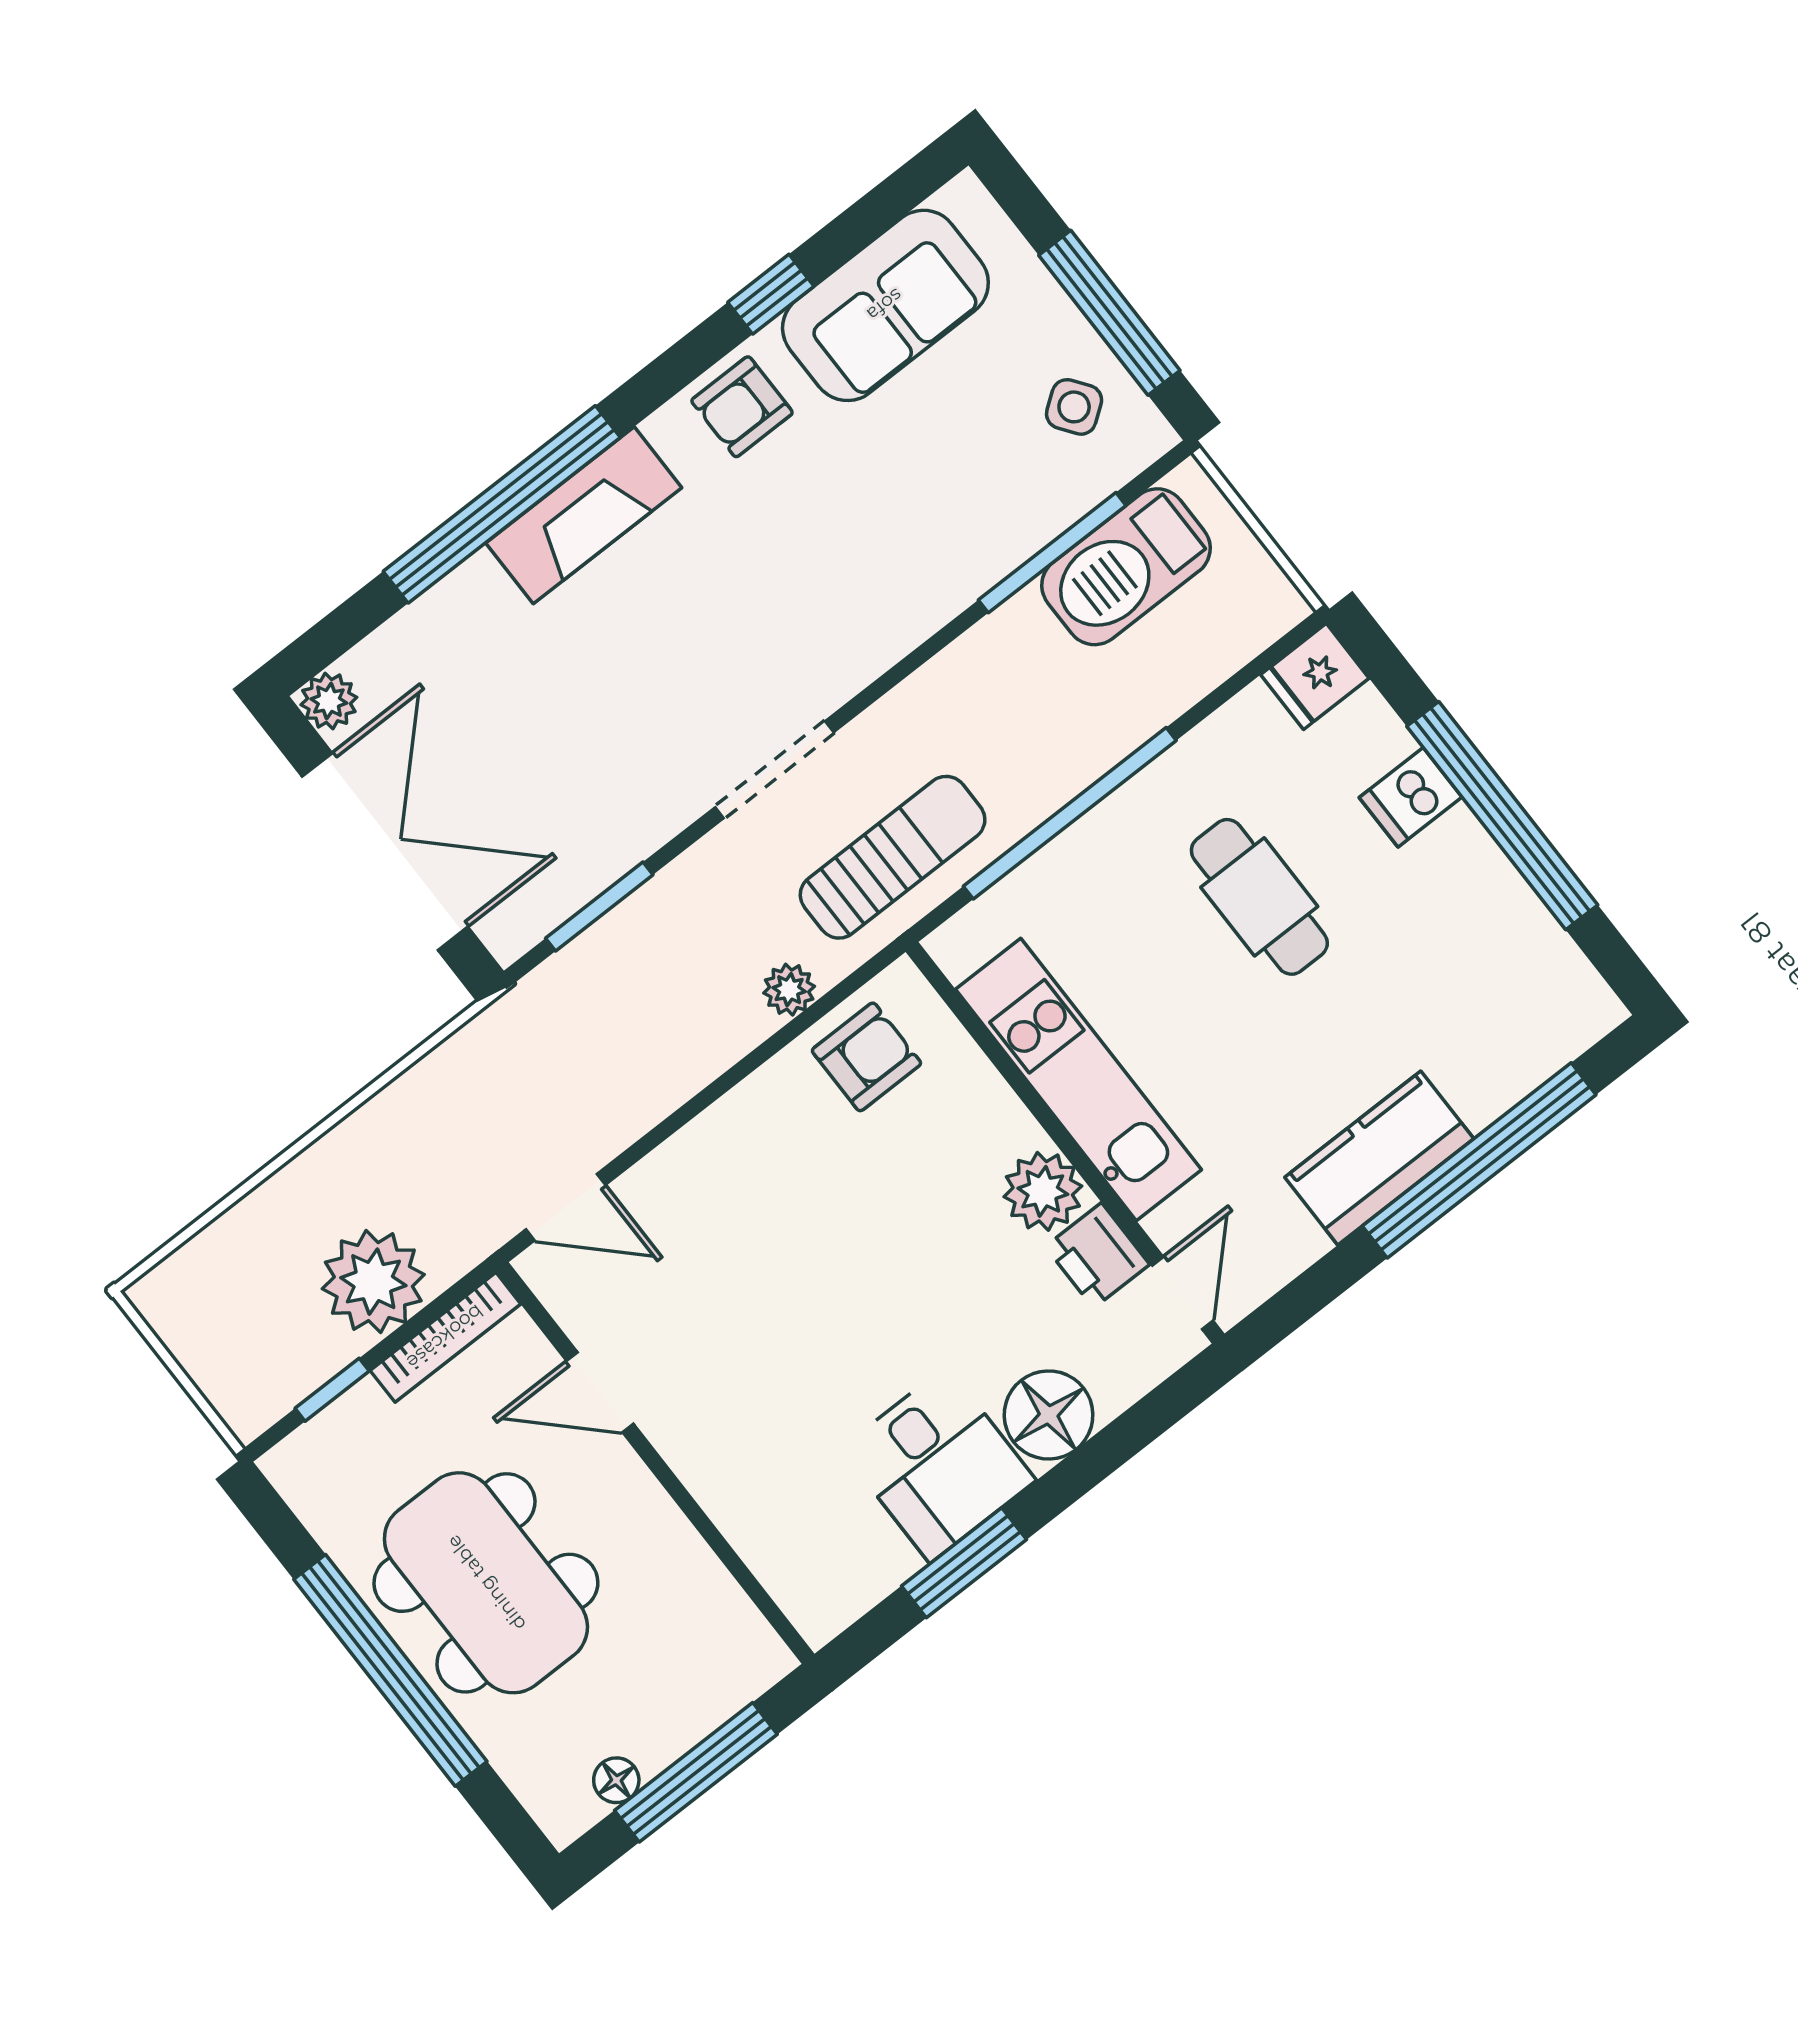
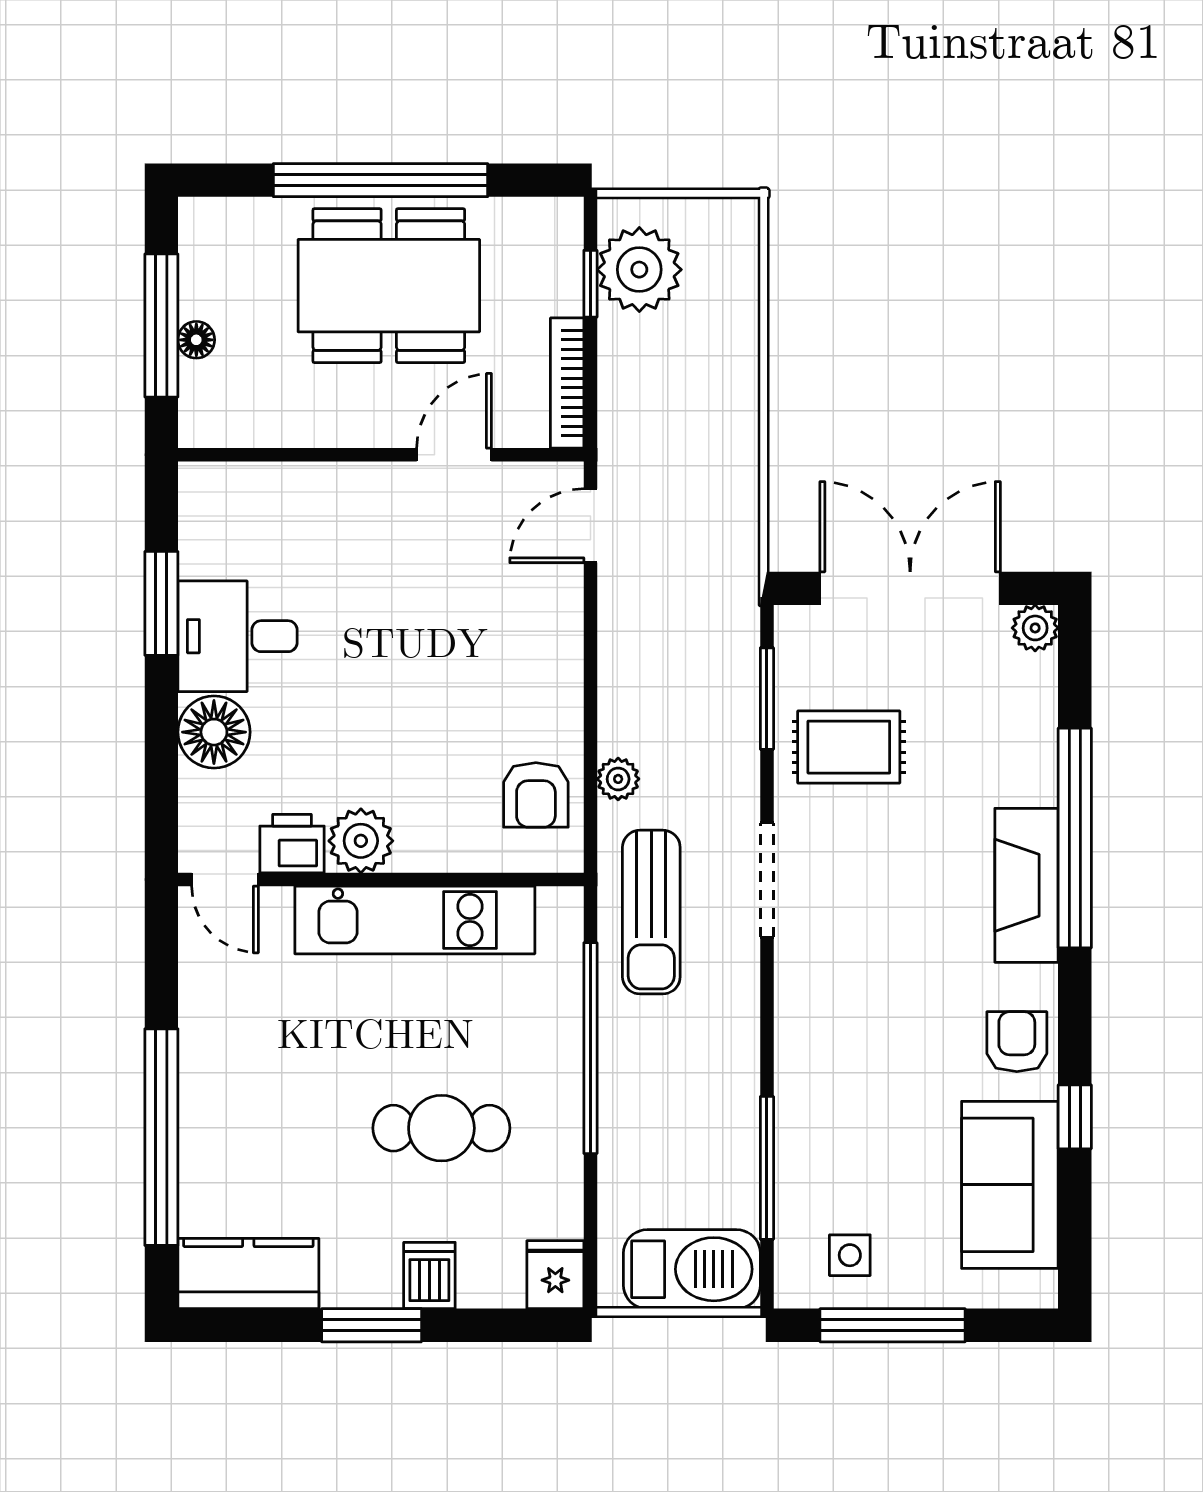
side table: (1074, 407) -> (850, 1255), turned 36
barbecue: (1126, 567) -> (692, 1269), moved, turned 90
rug: (584, 791) -> (849, 747), added
window: (1502, 816) -> (372, 1325), width x0.47
double door: (385, 852) -> (910, 588), swing flipped
kitchen counter: (1379, 1158) -> (248, 1273), moved, turned -90
plant: (373, 1282) -> (639, 270), moved
floor lamp: (616, 1780) -> (196, 340), moved

